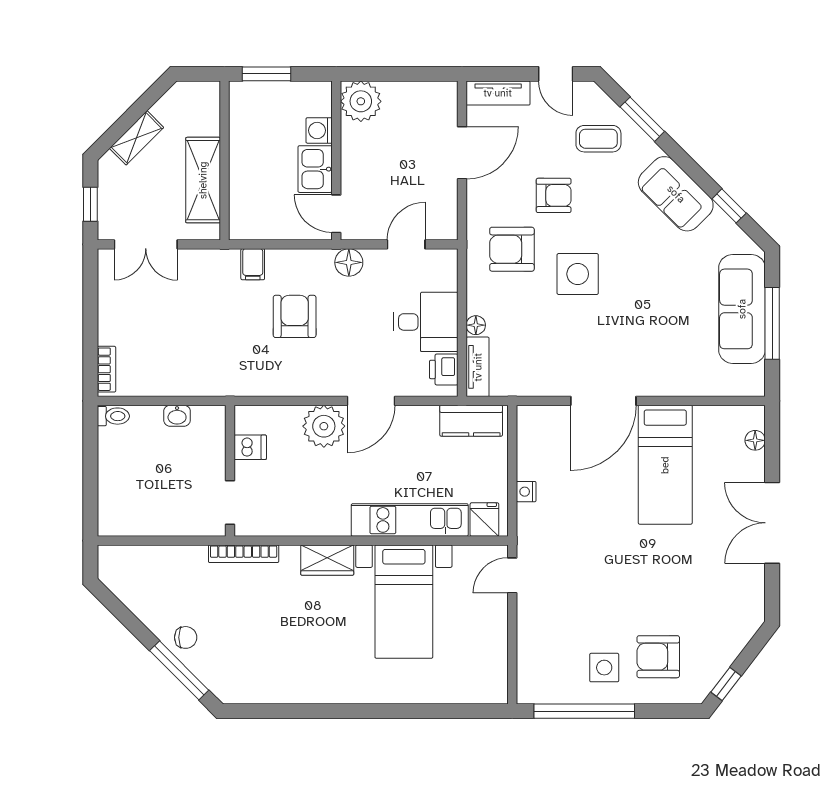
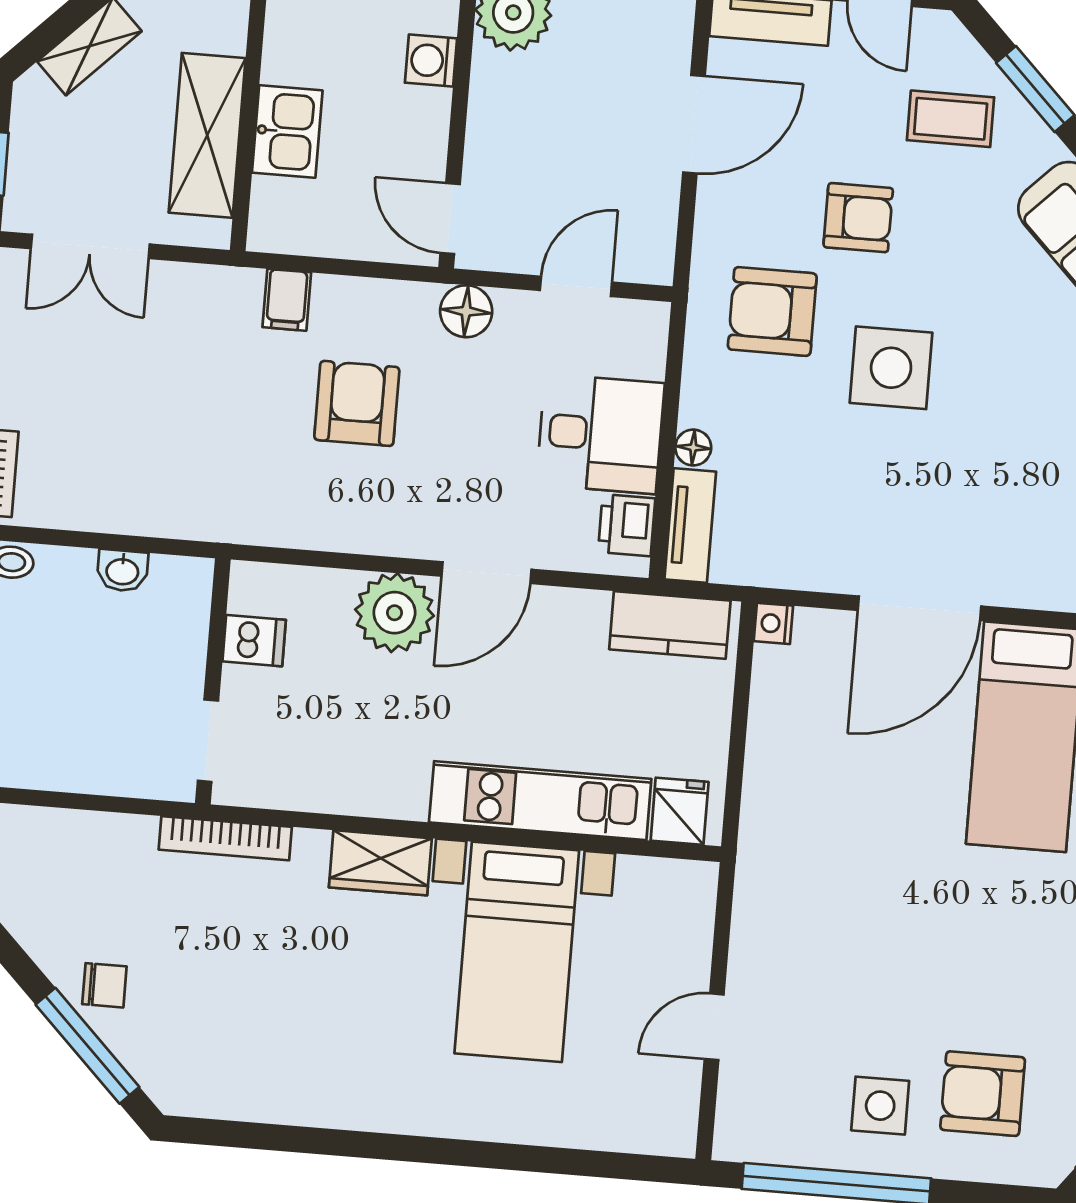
kitchen sink: (315, 169) -> (287, 132), moved, turned 180
nightstand: (526, 492) -> (773, 623), moved
door: (512, 575) -> (714, 1027), moved

